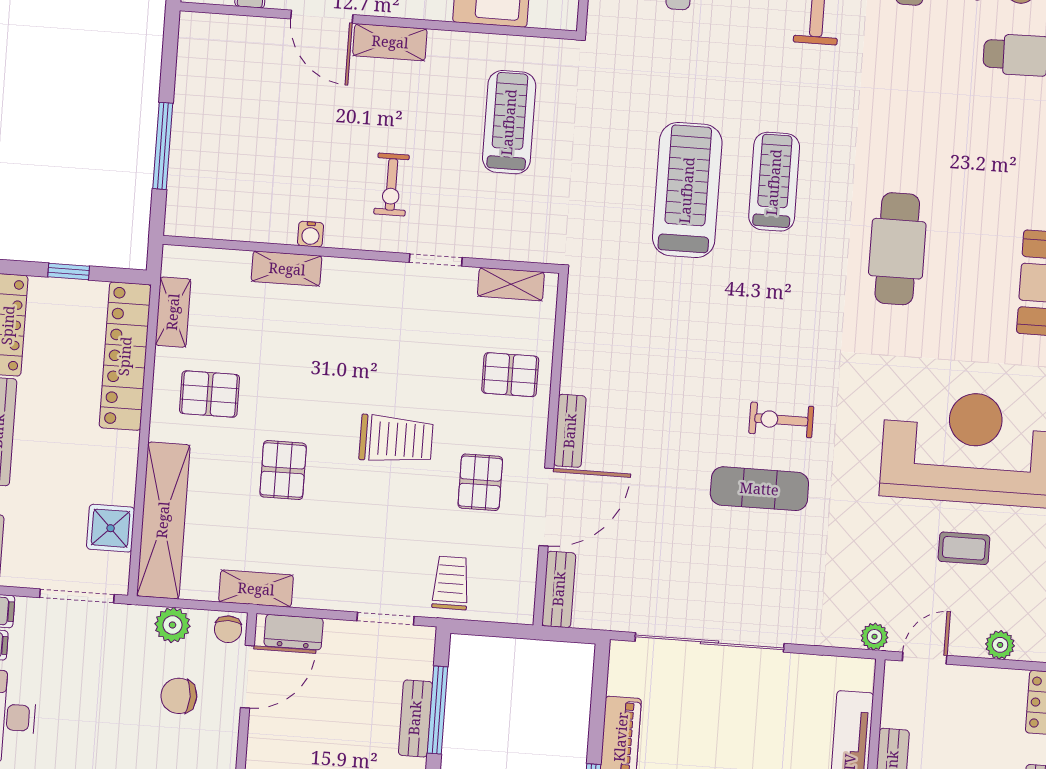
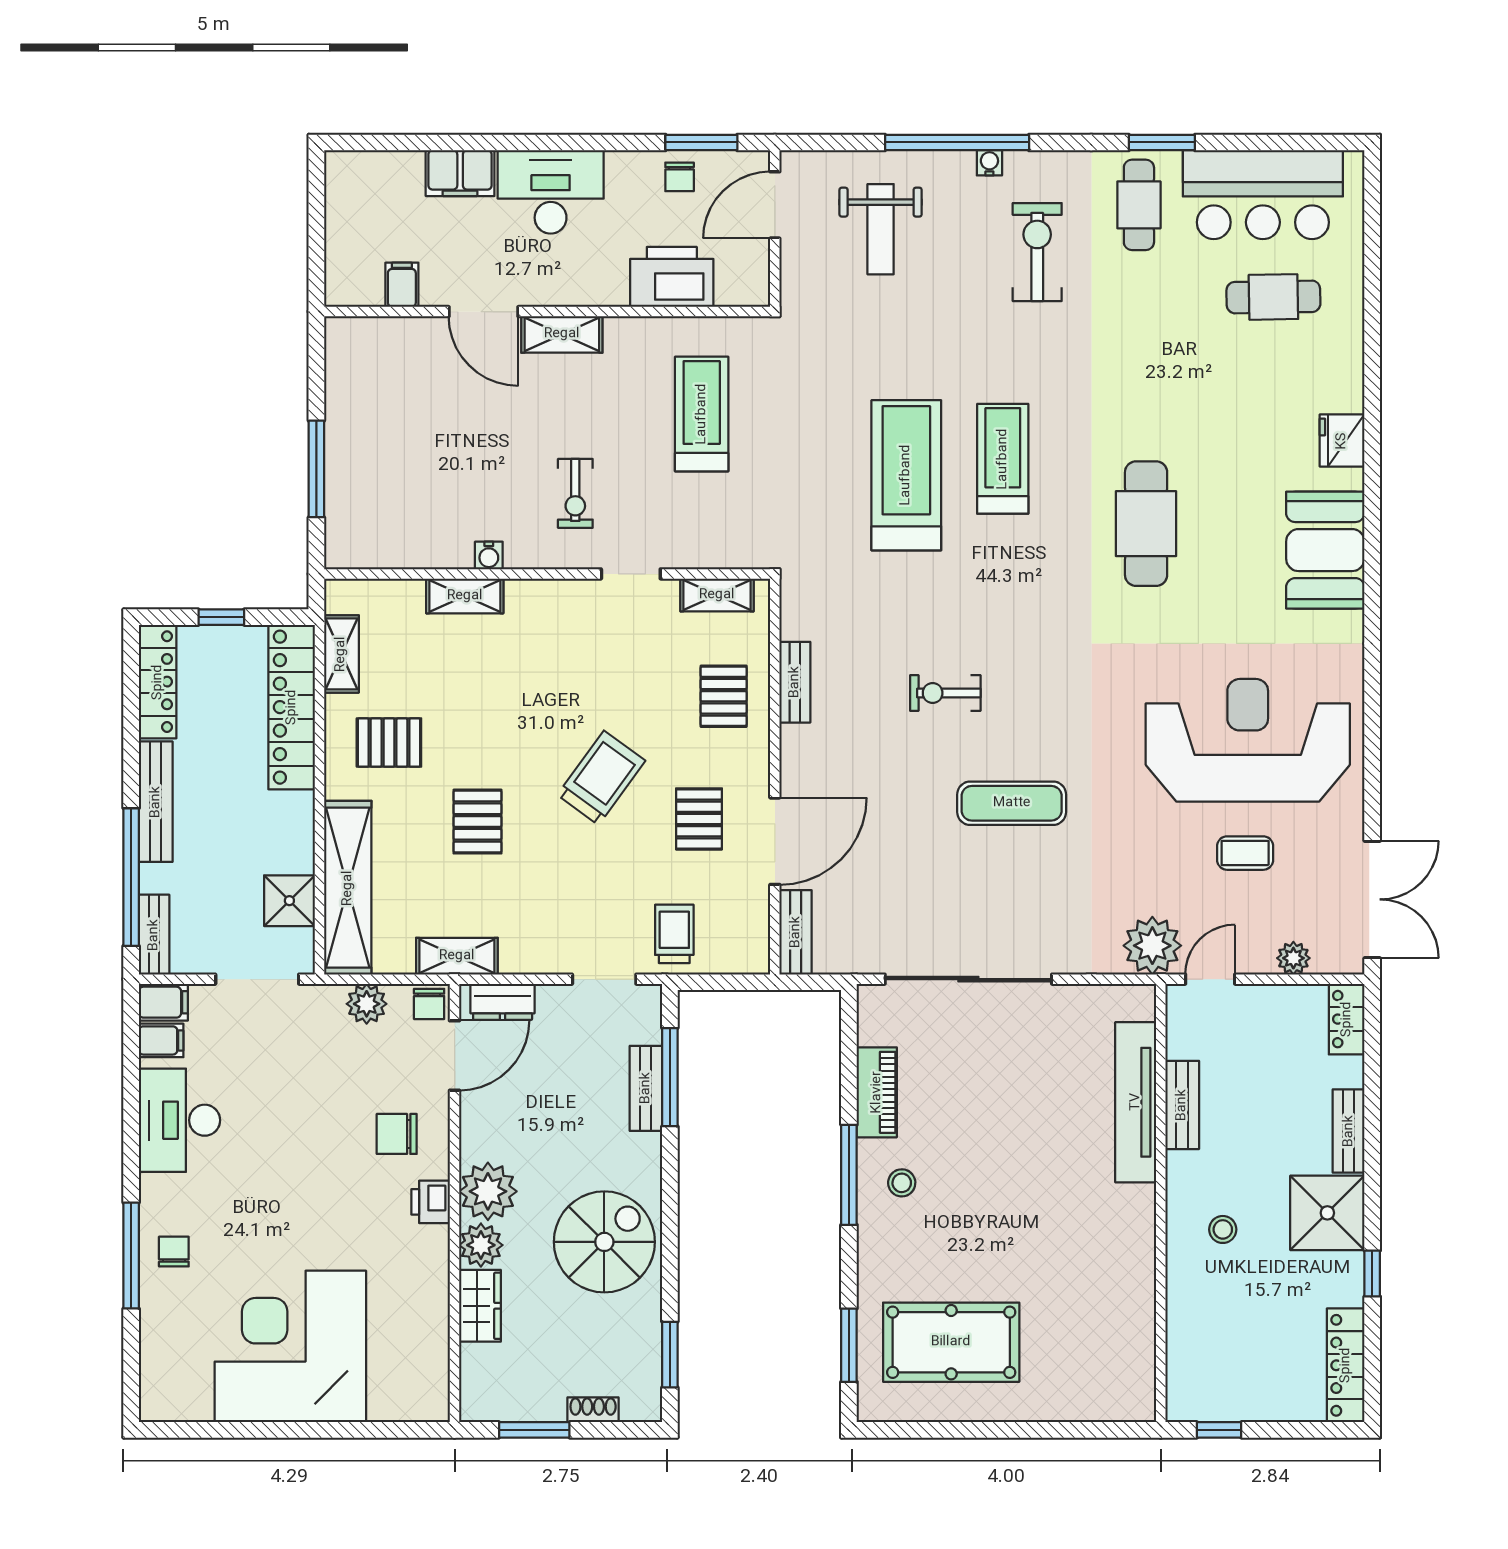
pallet: (510, 375) -> (724, 696), turned 90
exercise bike: (781, 420) -> (945, 693), moved
bench: (570, 431) -> (795, 682), moved
trolley: (396, 439) -> (601, 778), turned -54
plant: (874, 637) -> (1152, 946), width x1.87, depth x1.87
chair: (179, 696) -> (397, 1134), moved

